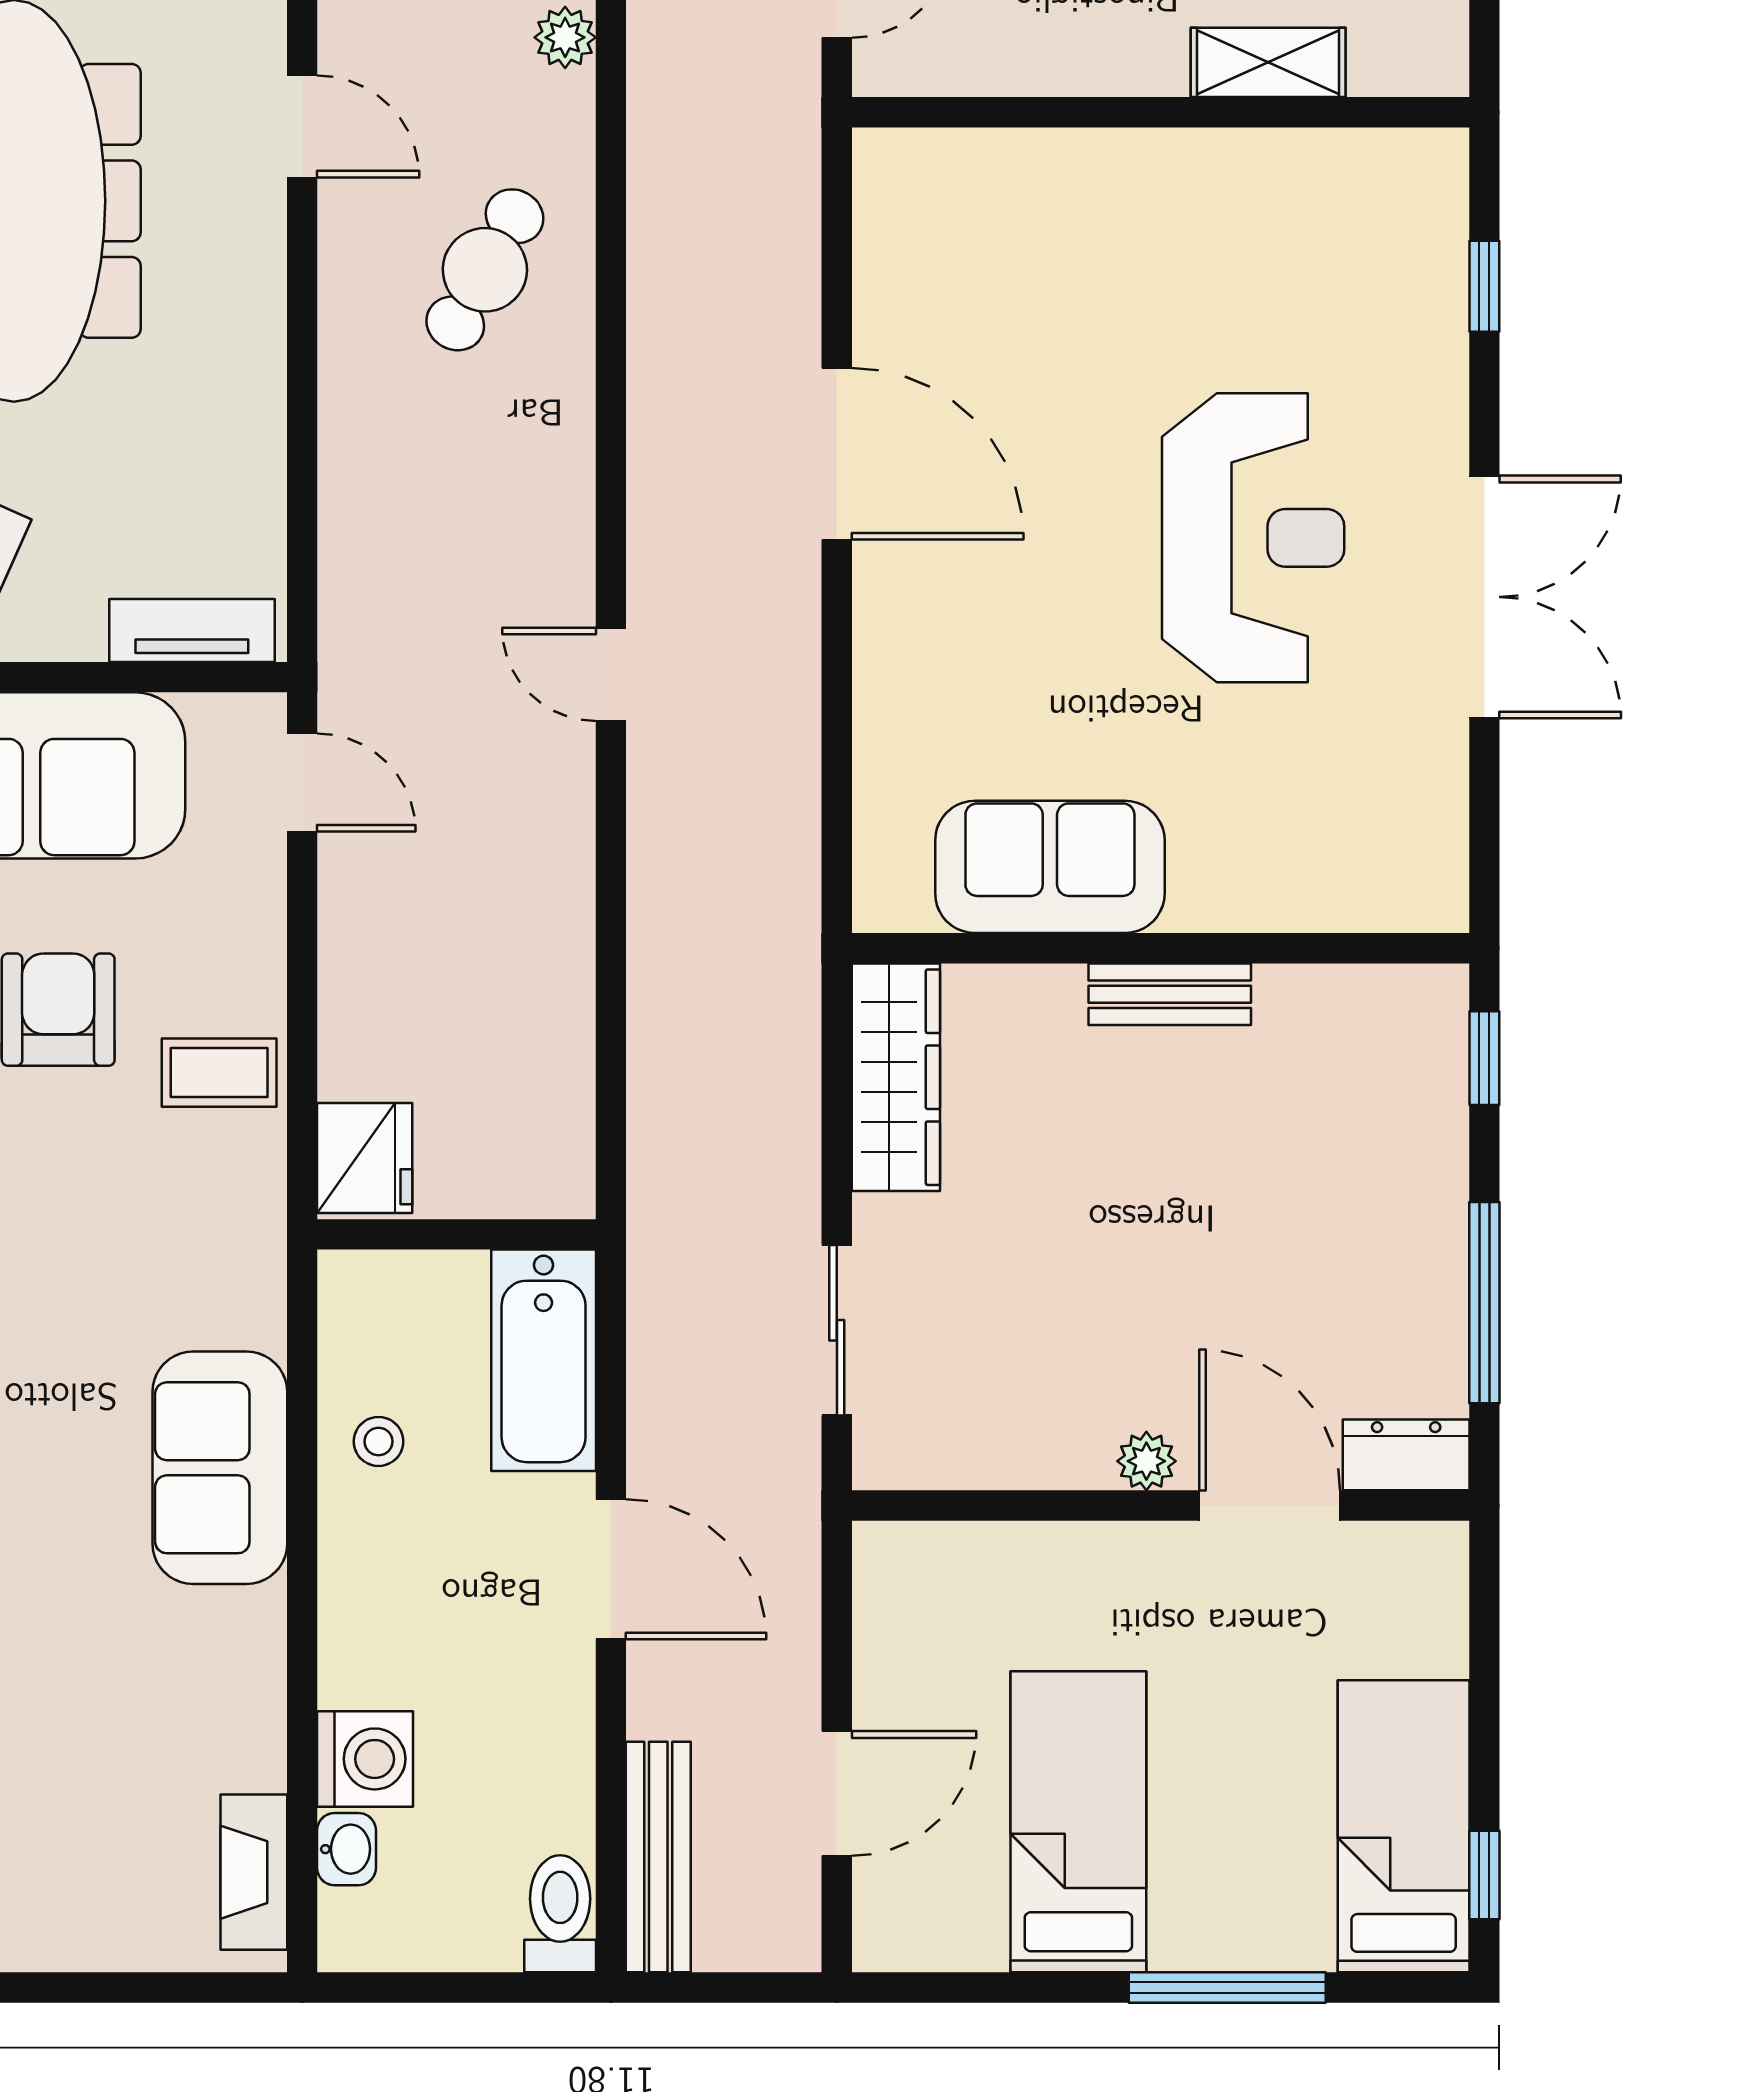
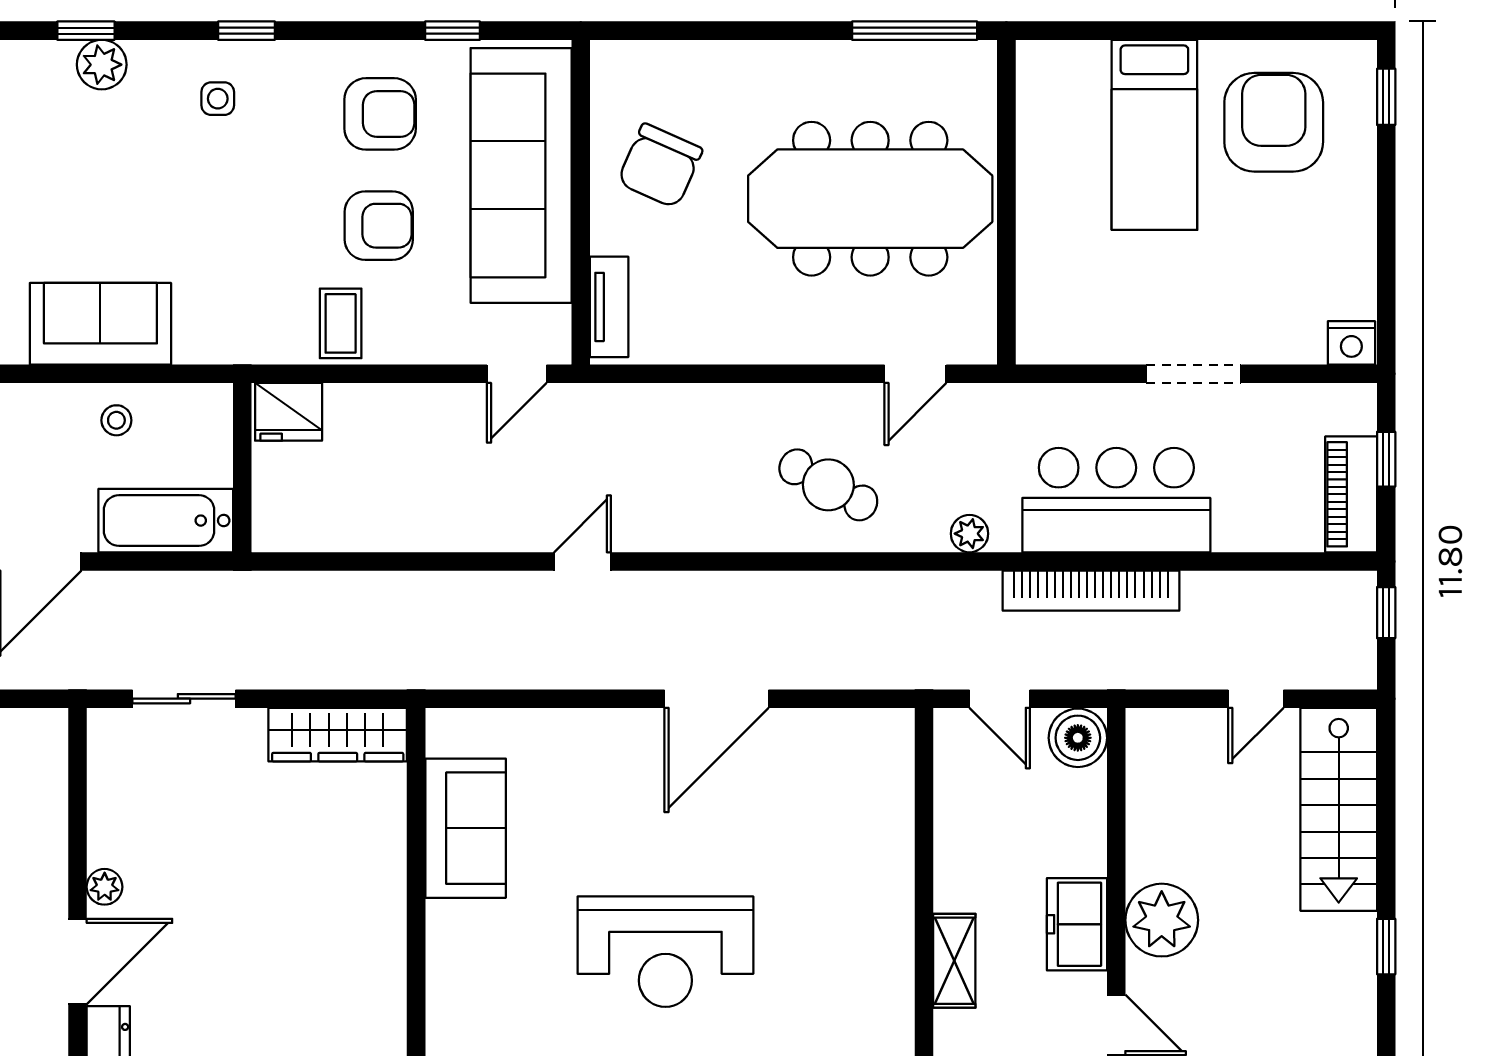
bench: (1170, 994) -> (388, 901), removed

